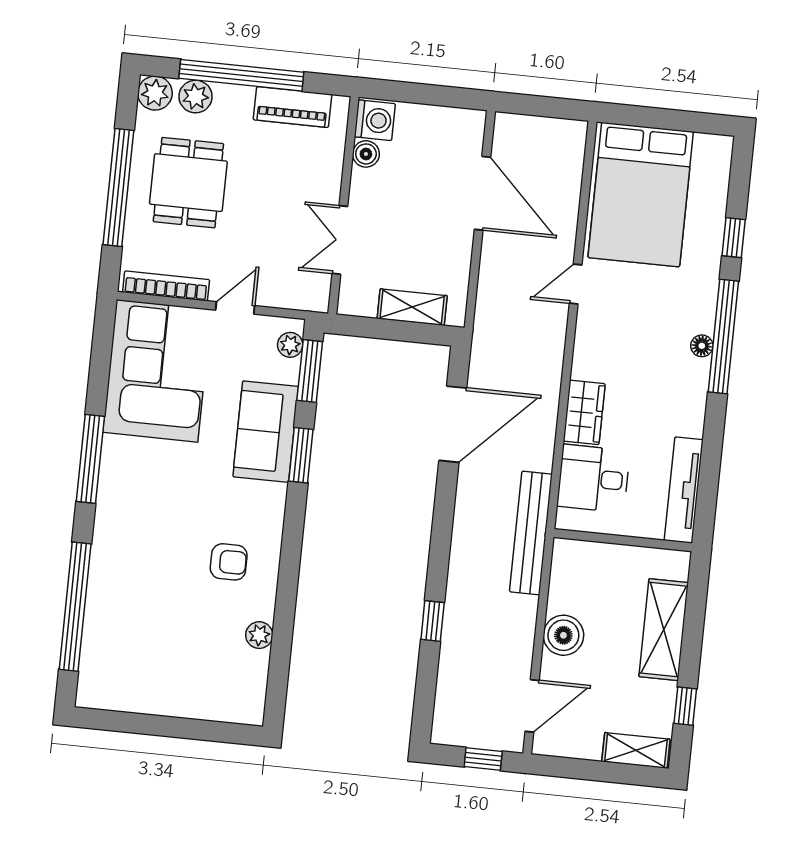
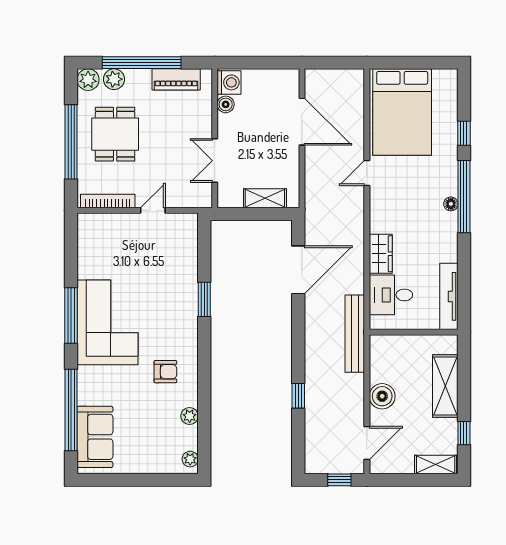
plant: (290, 345) -> (190, 459), moved
corner sofa: (157, 371) -> (108, 322), moved
window: (310, 371) -> (204, 245), removed
sofa: (266, 432) -> (95, 437), moved, turned 180

